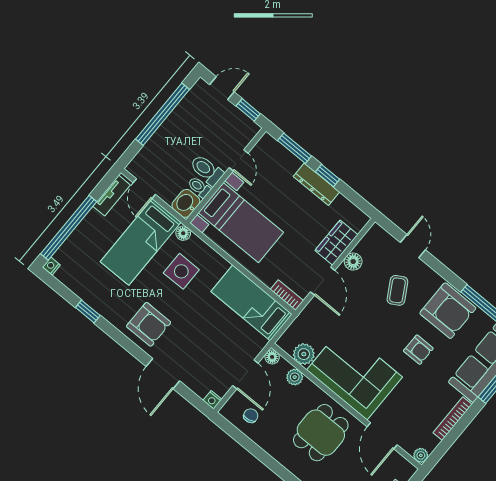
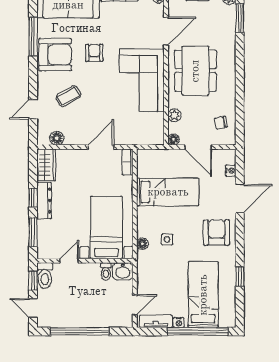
toilet: (207, 170) -> (45, 276), moved
floor lamp: (183, 233) -> (143, 244), moved
bed: (141, 242) -> (203, 295), moved, turned -90
wardrobe: (336, 243) -> (46, 165), moved, turned -90
floor lamp: (353, 262) -> (57, 138), moved
nightstand: (51, 266) -> (179, 323), moved
side table: (181, 271) -> (167, 239), width x0.54, depth x0.54
bed: (252, 303) -> (168, 192), moved, turned -90
armchair: (448, 311) -> (55, 55), turned 90
plant: (304, 354) -> (156, 121), removed
door: (245, 374) -> (198, 147), swing flipped
nightstand: (212, 400) -> (231, 171), moved
dining table: (321, 433) -> (195, 71), width x1.38

